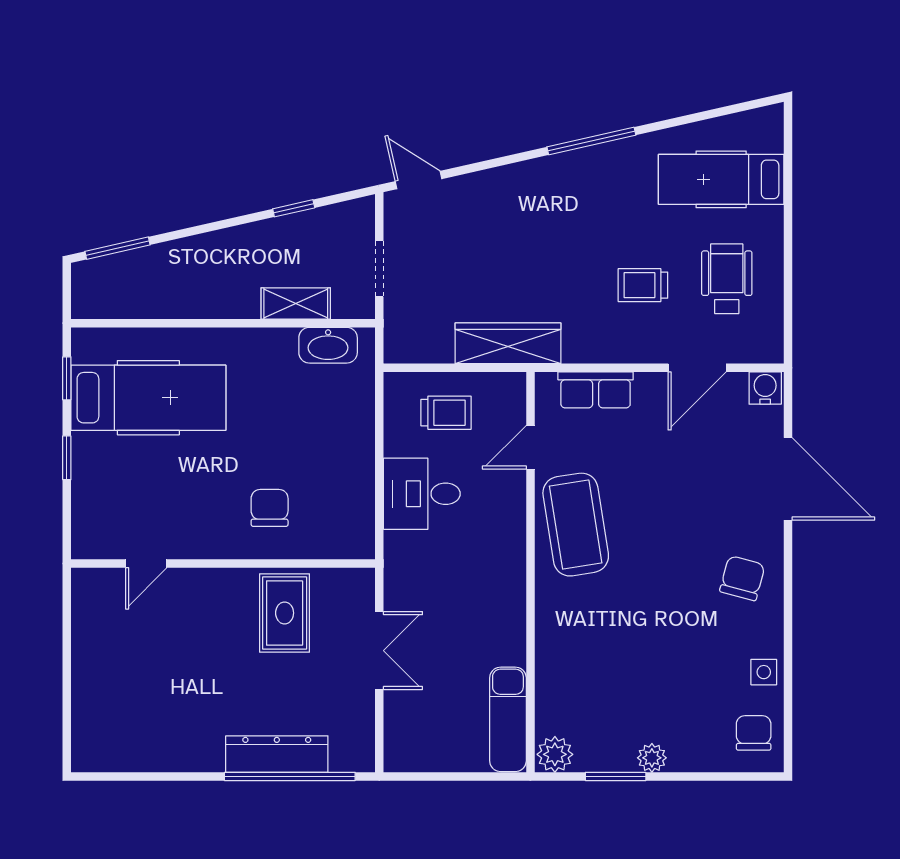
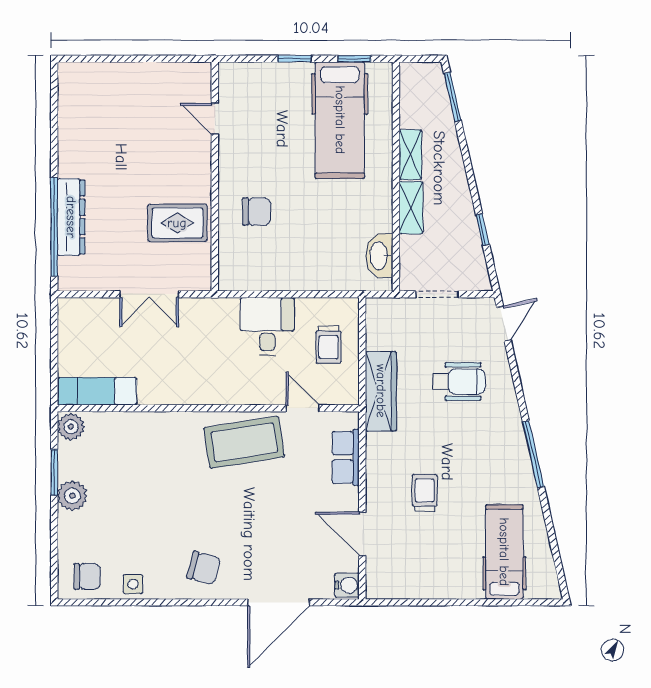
wheelchair: (727, 279) -> (459, 382), moved
shelving: (296, 303) -> (411, 208), moved
shelving: (194, 304) -> (410, 155), added
plant: (652, 758) -> (72, 496), width x1.38, depth x1.38

